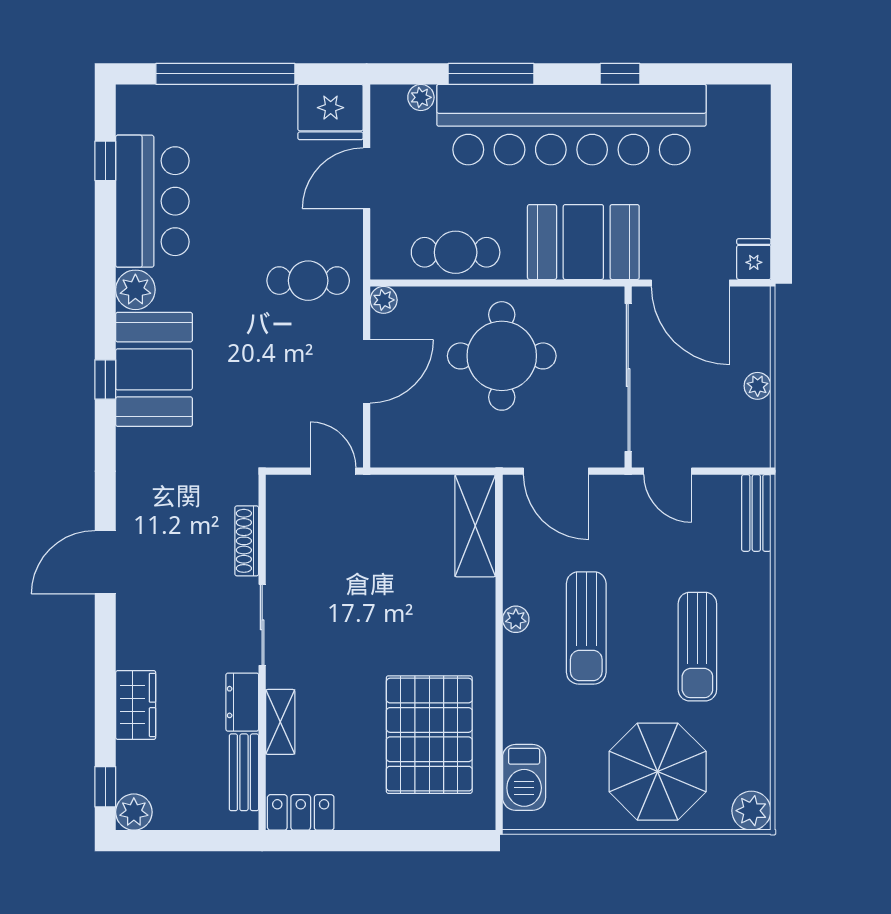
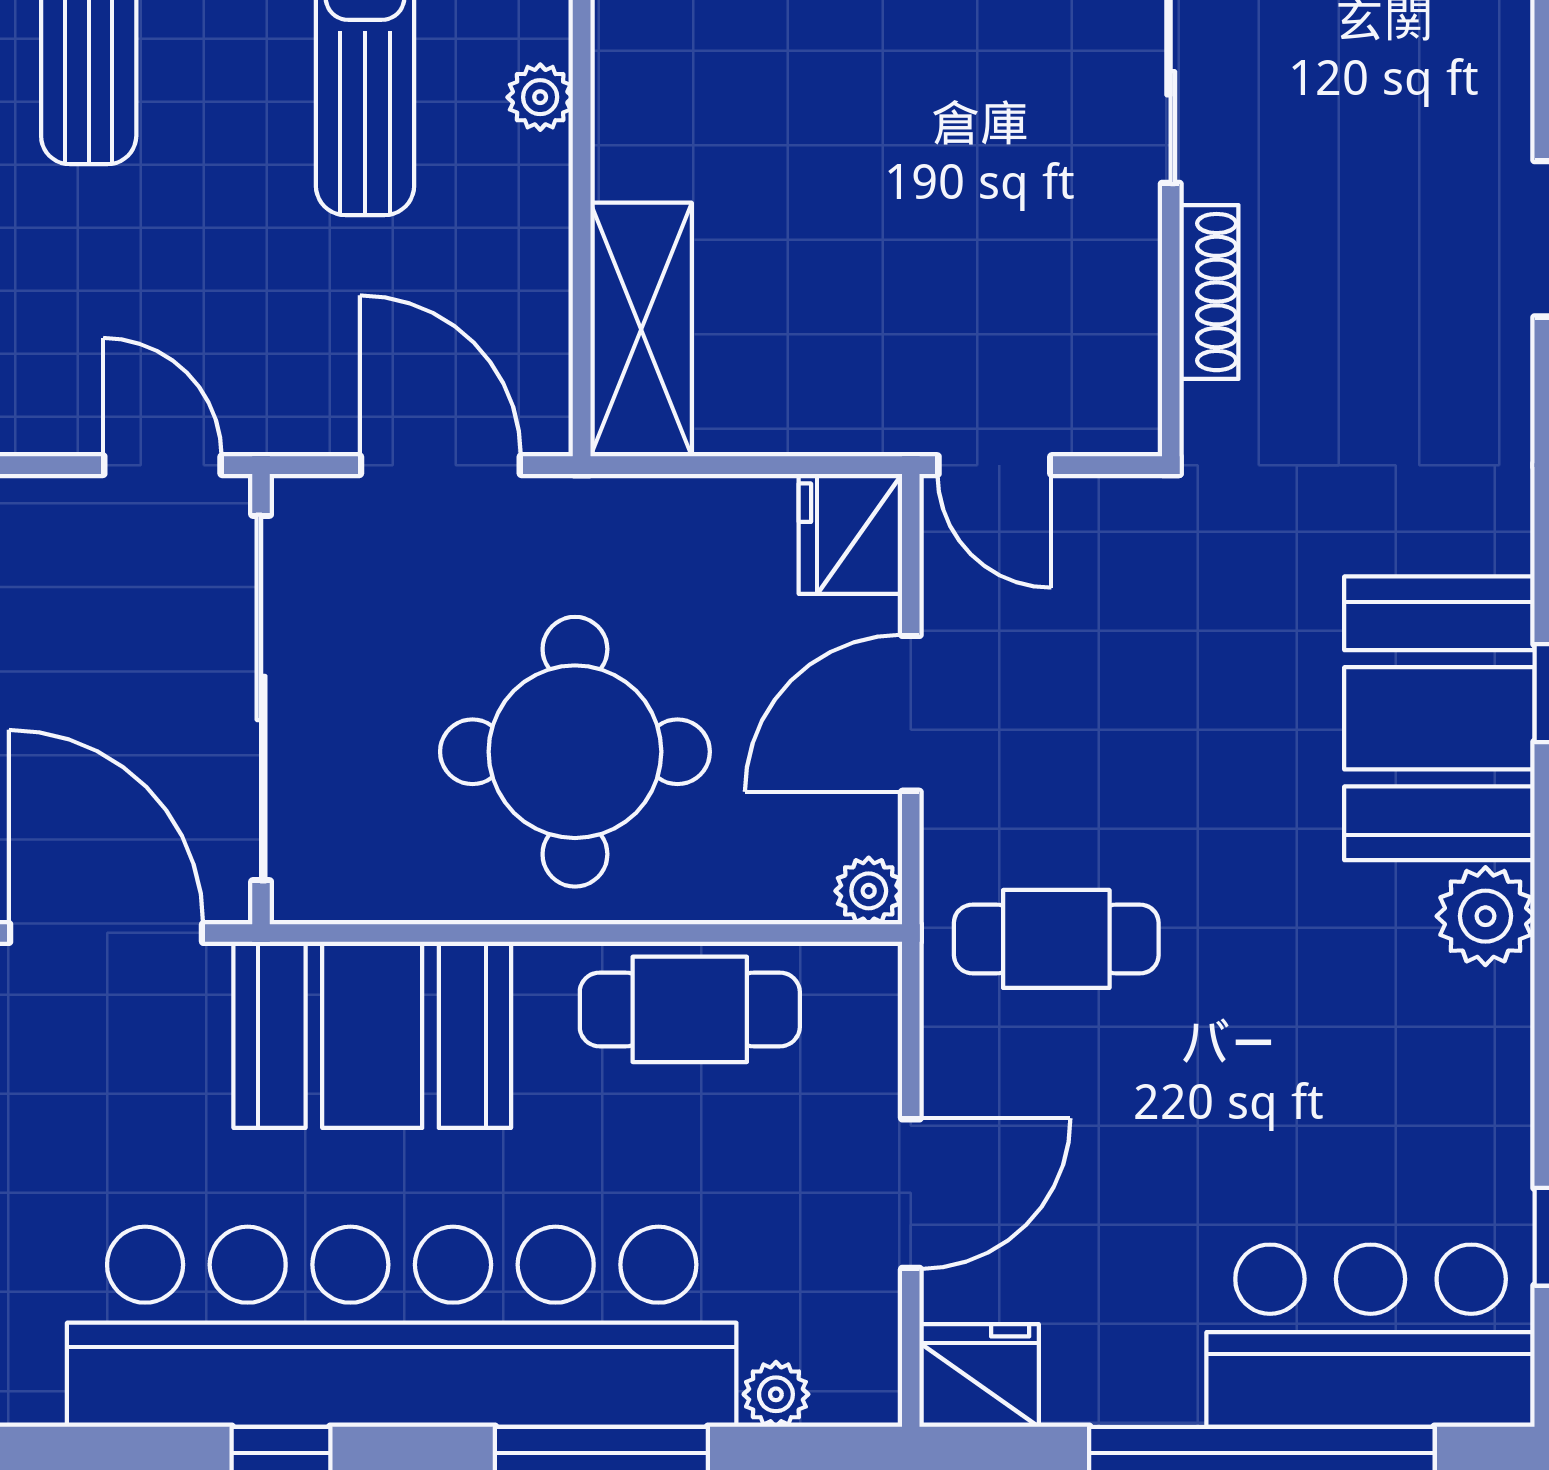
fridge: (331, 112) -> (979, 1375), width x0.73, depth x0.75
bar counter: (152, 201) -> (1371, 1336), moved, turned 90
fridge: (391, 444) -> (850, 534), added

